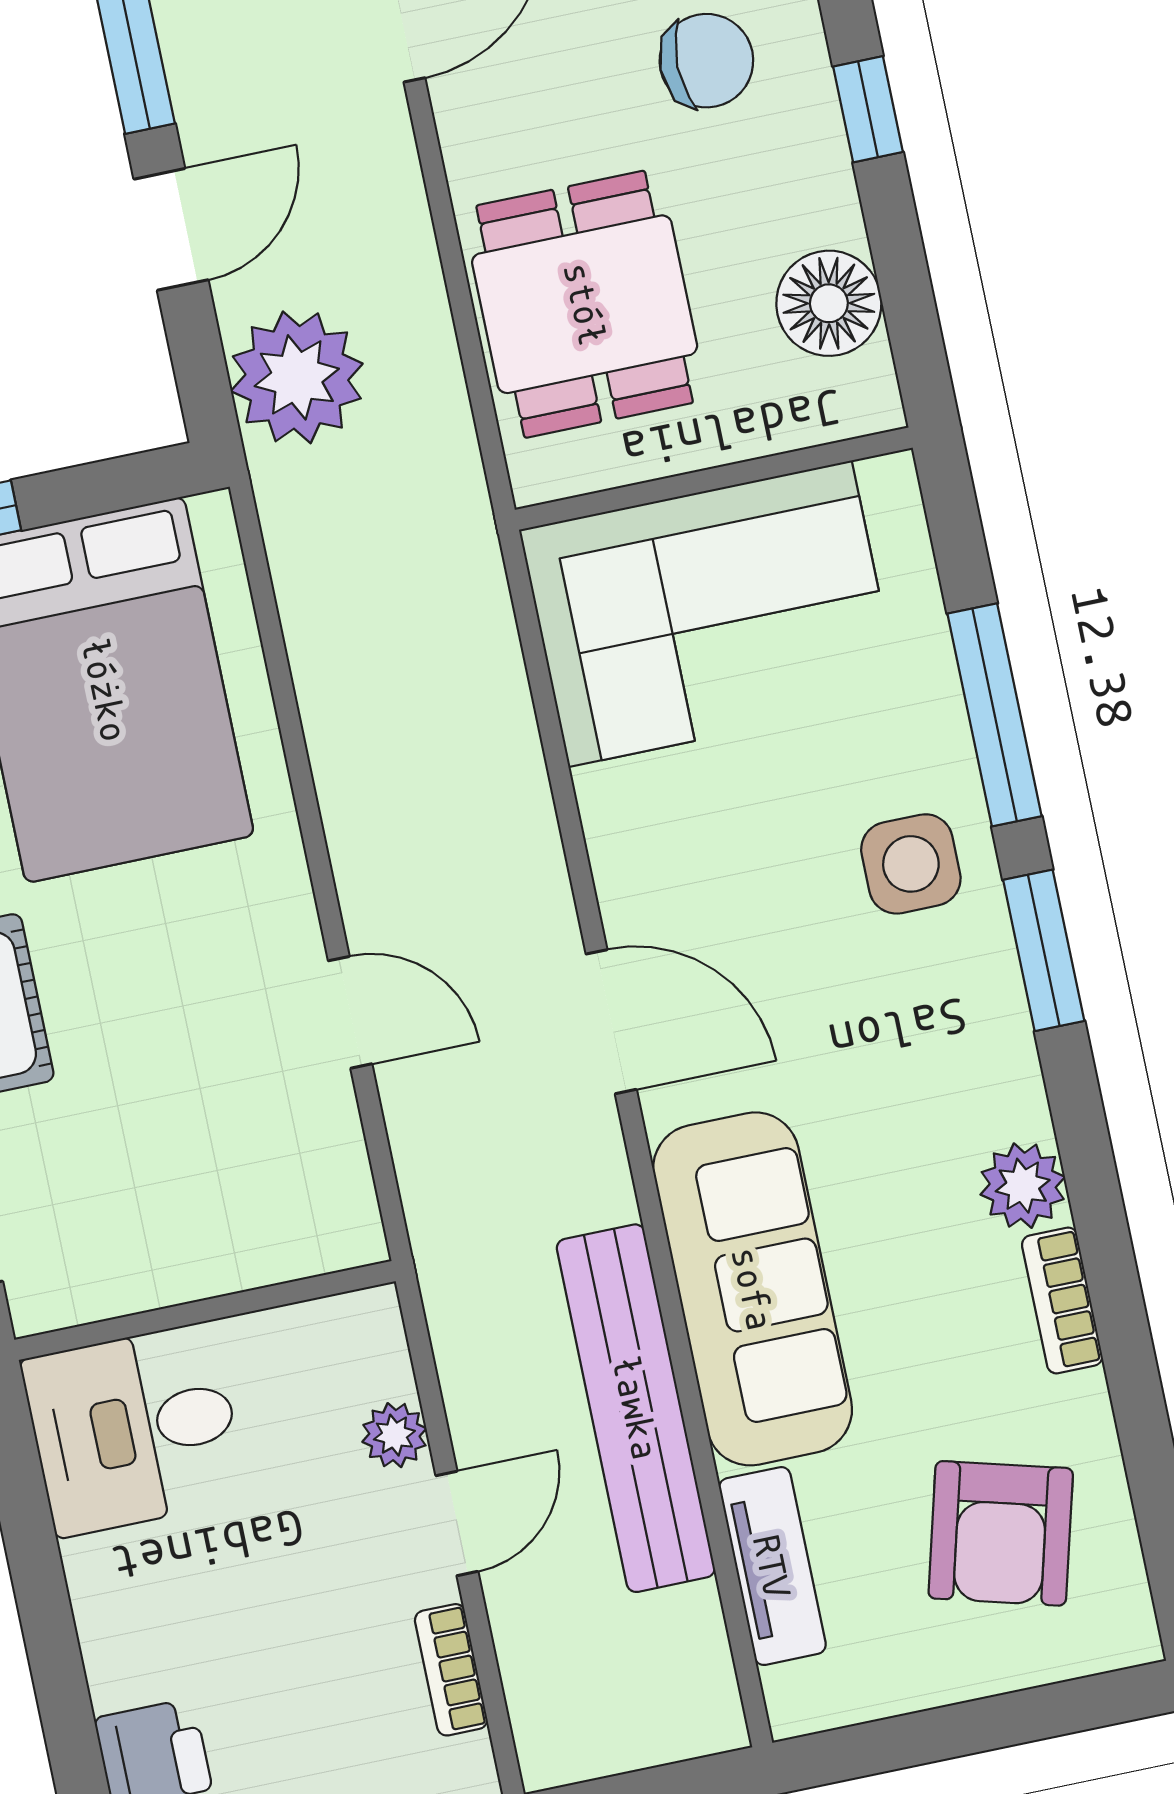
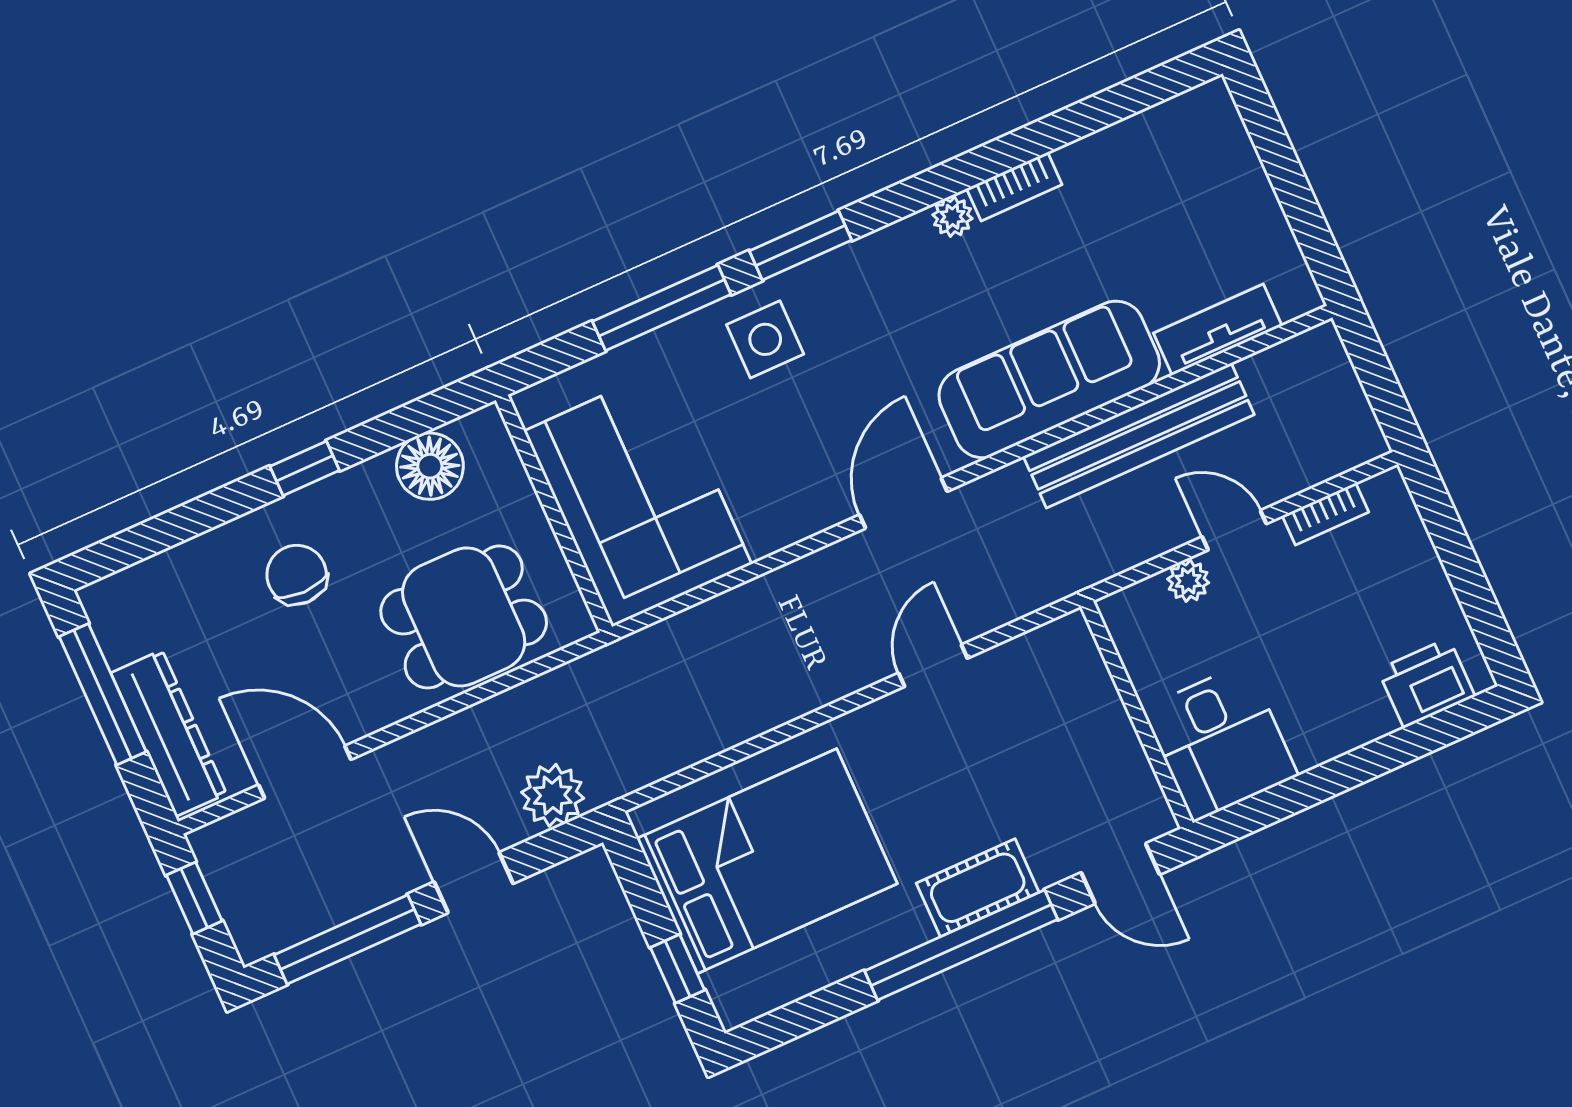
plant: (297, 377) -> (553, 795), width x0.73, depth x0.73
plant: (1023, 1186) -> (952, 217), width x0.73, depth x0.73
armchair: (1001, 1533) -> (1167, 193), removed

